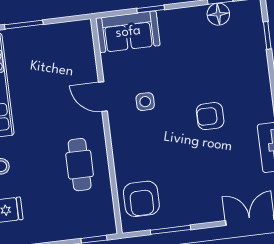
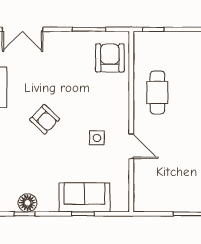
sofa: (128, 32) -> (84, 197), moved
armchair: (210, 116) -> (45, 119), turned 44

